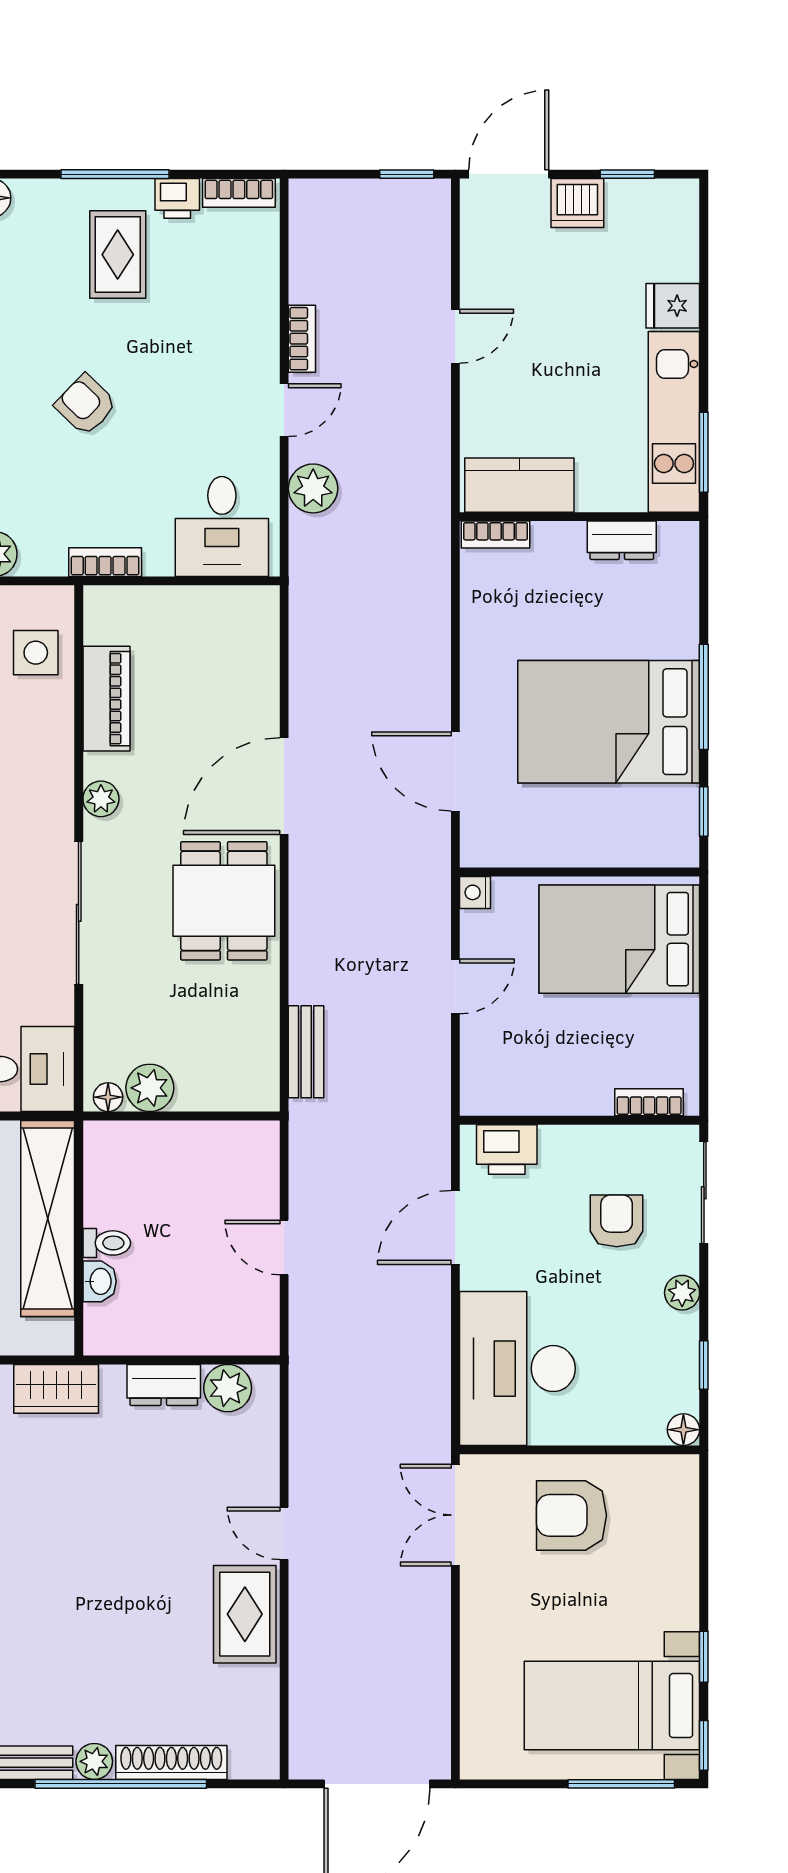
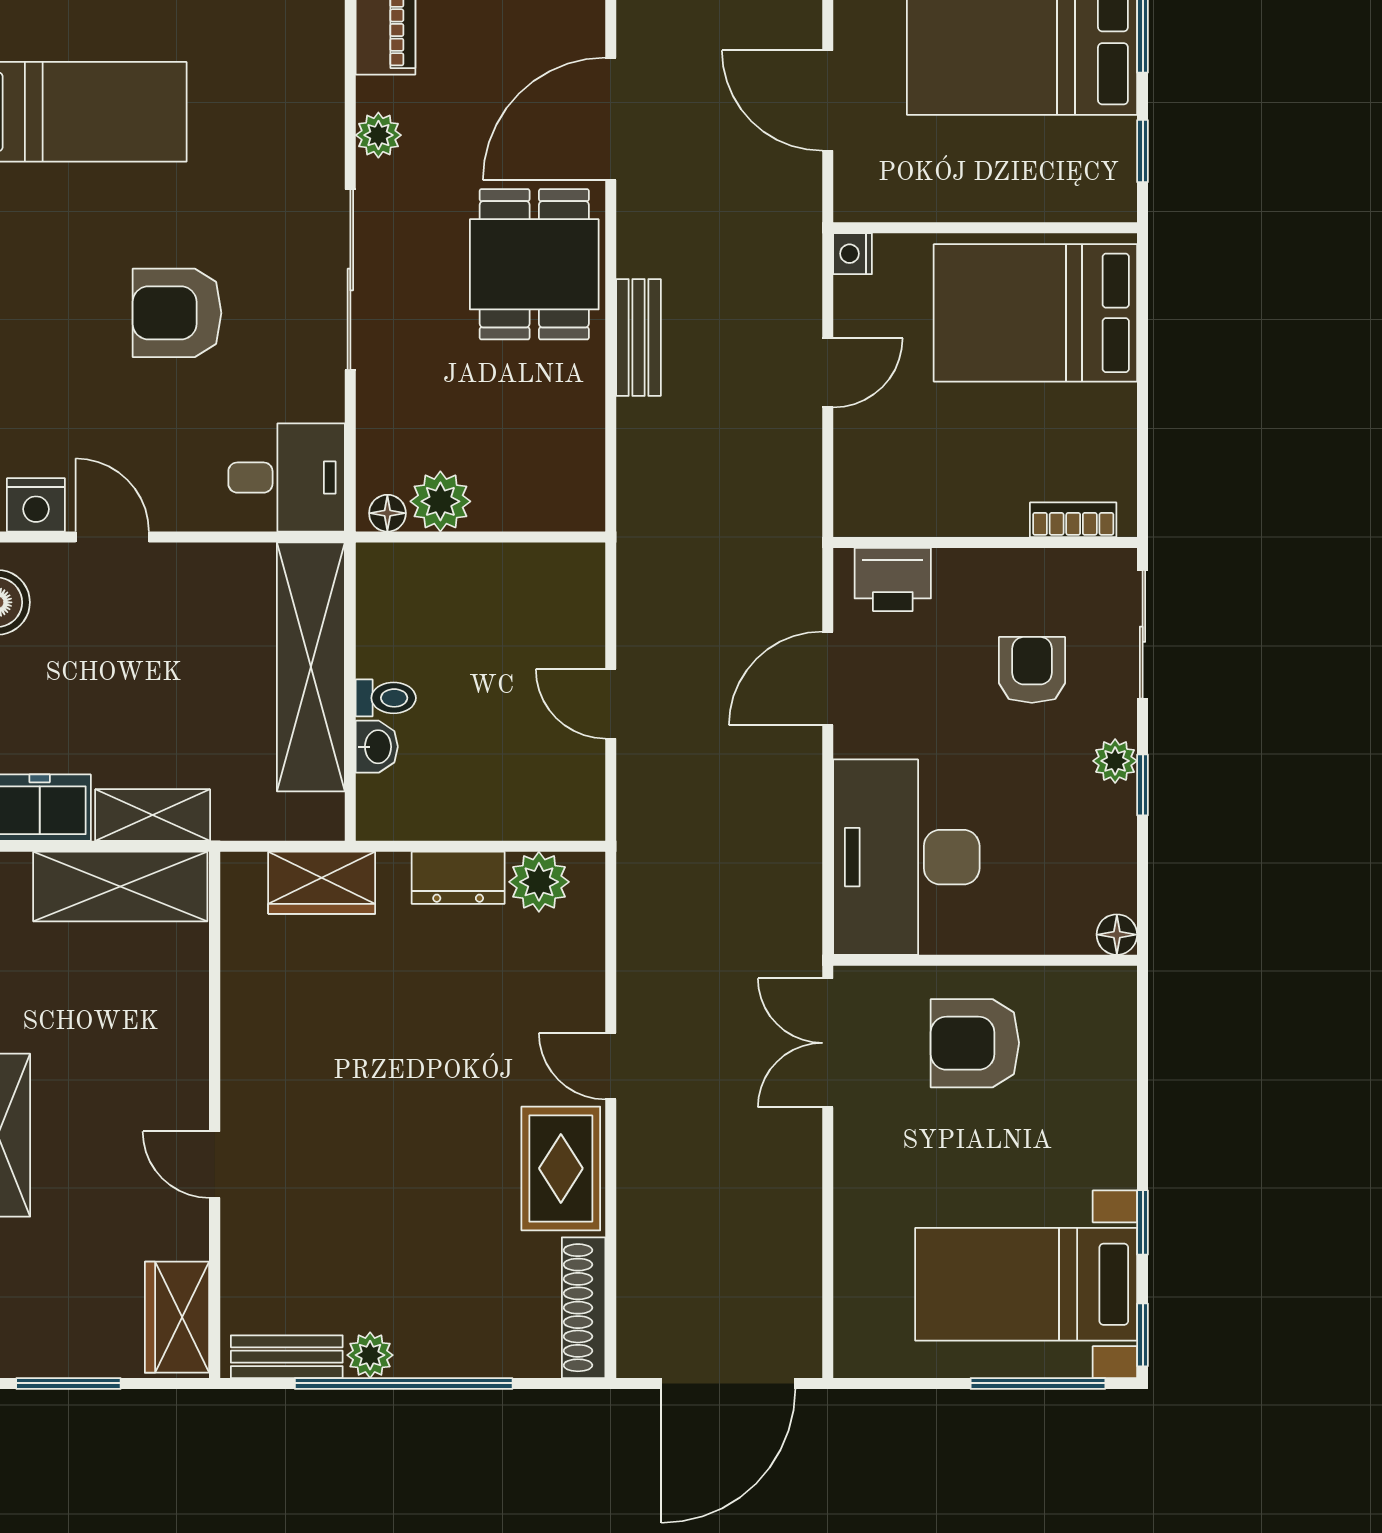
bench: (306, 1052) -> (638, 338), moved
window: (704, 1365) -> (1143, 785), moved
shoe rack: (171, 1762) -> (584, 1308), moved, turned -90

